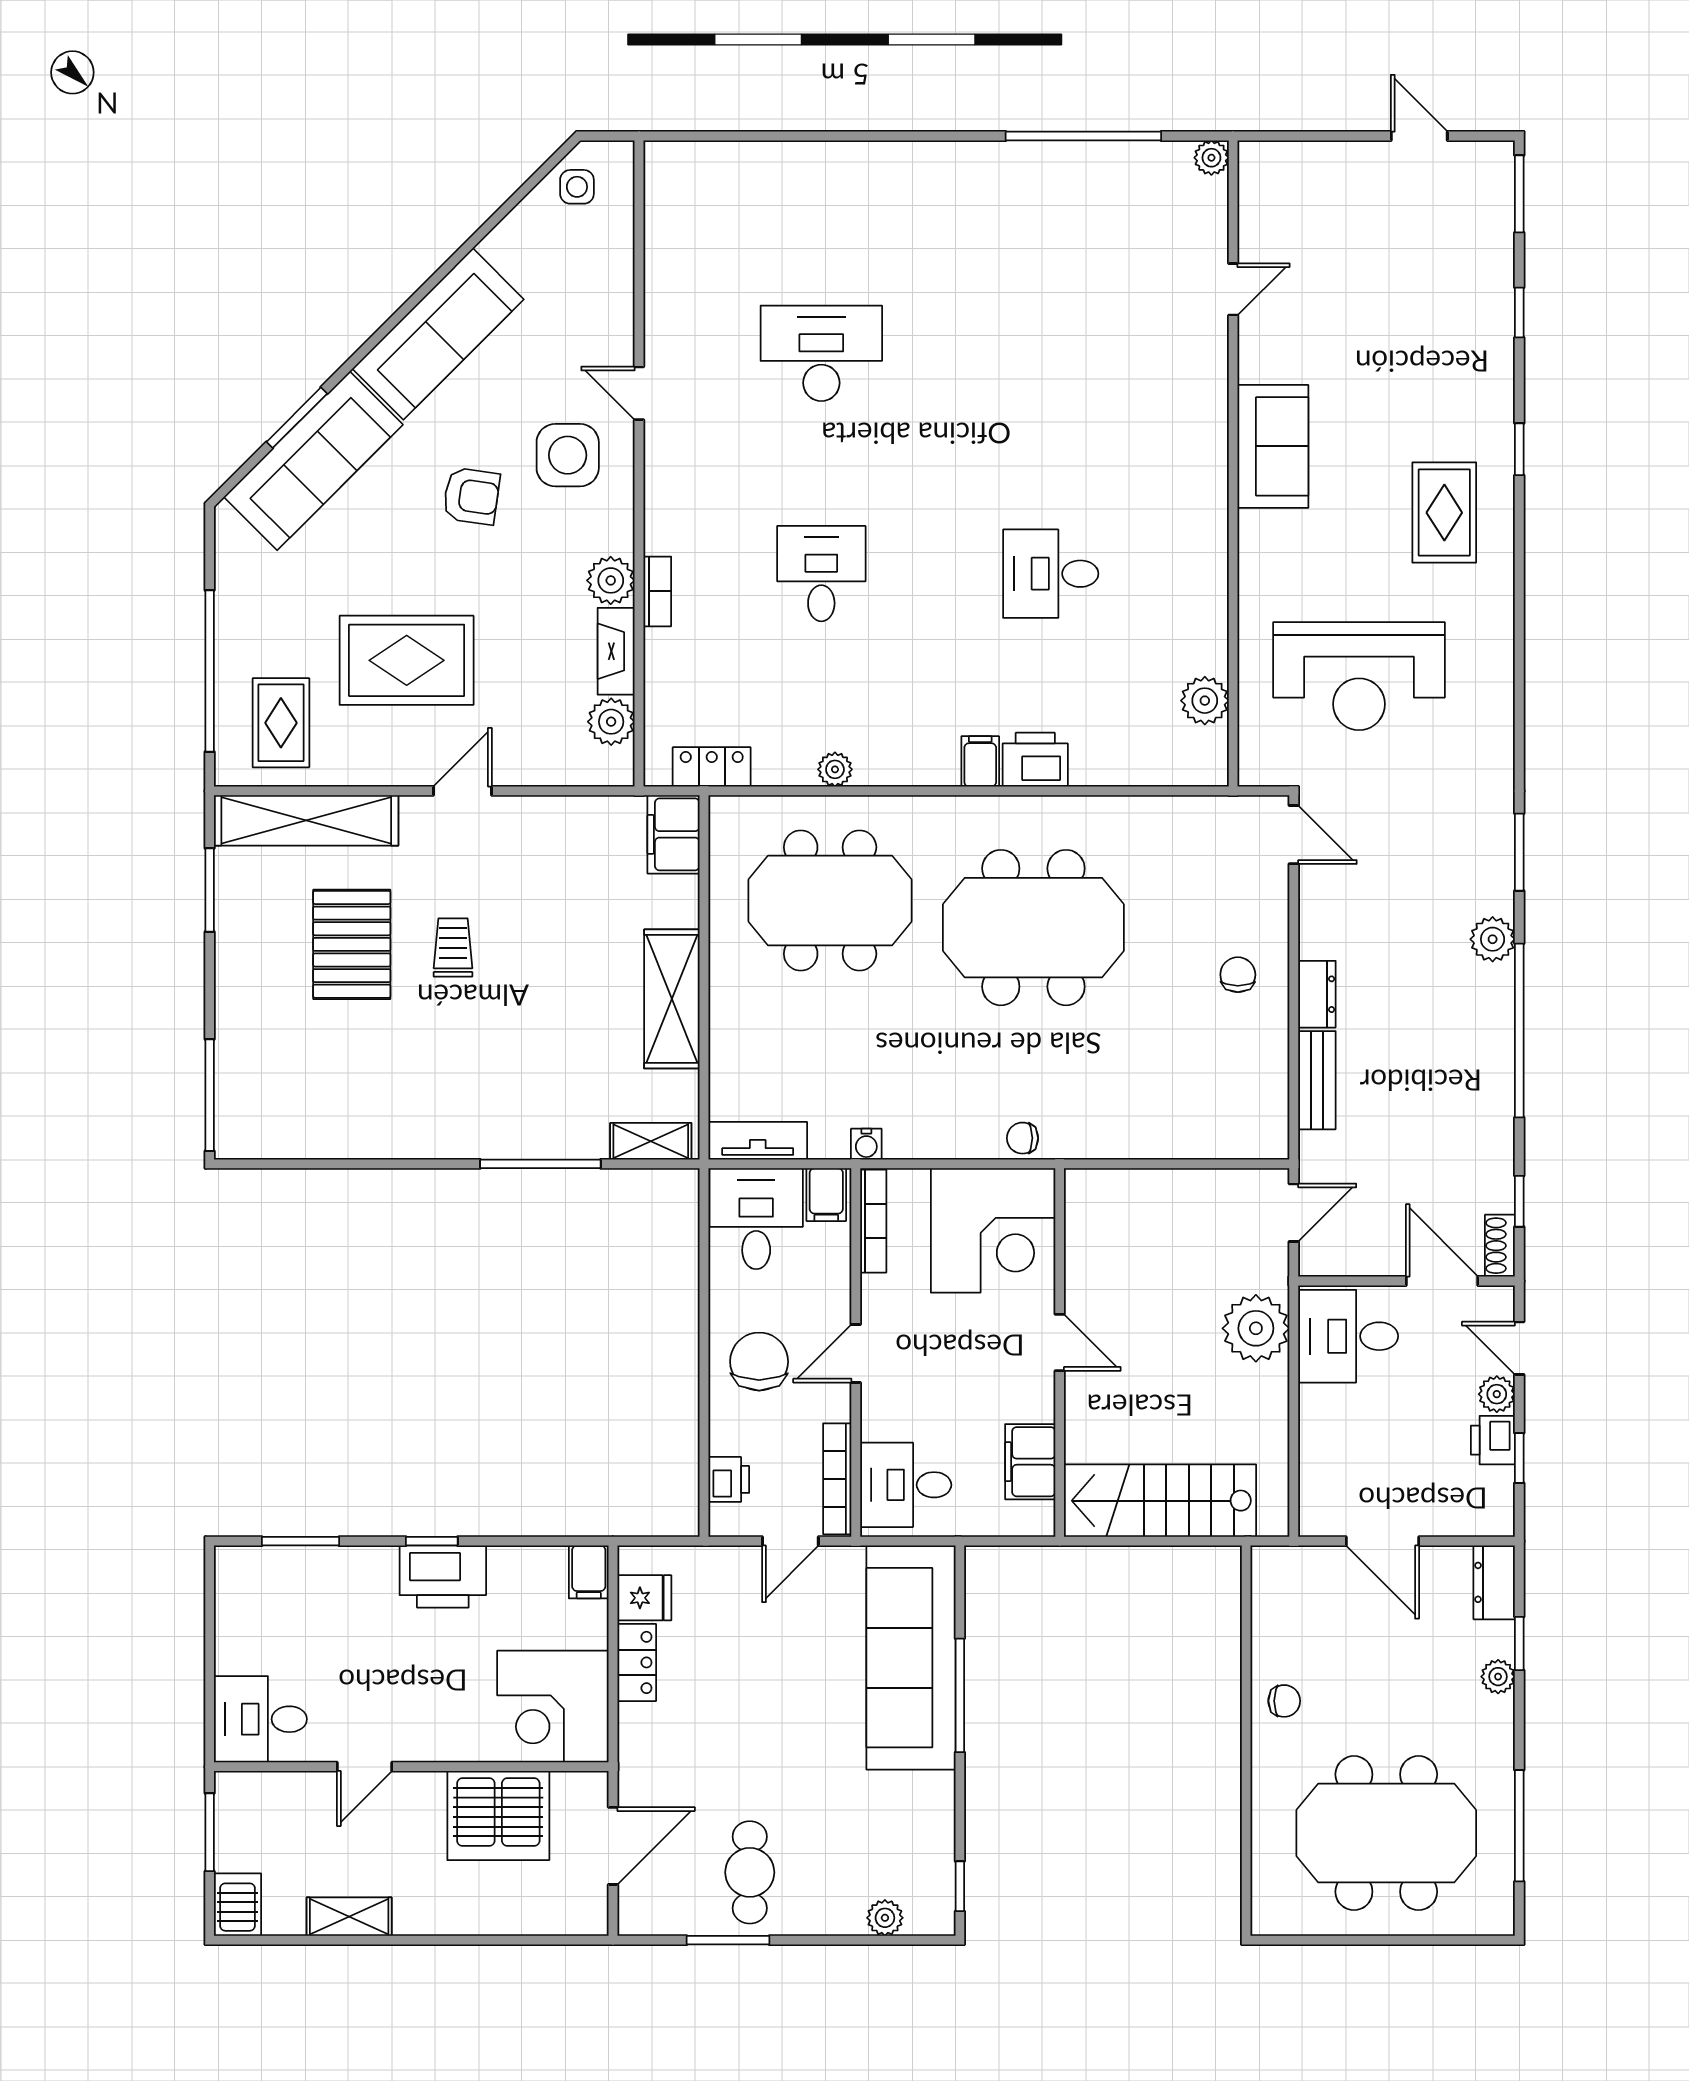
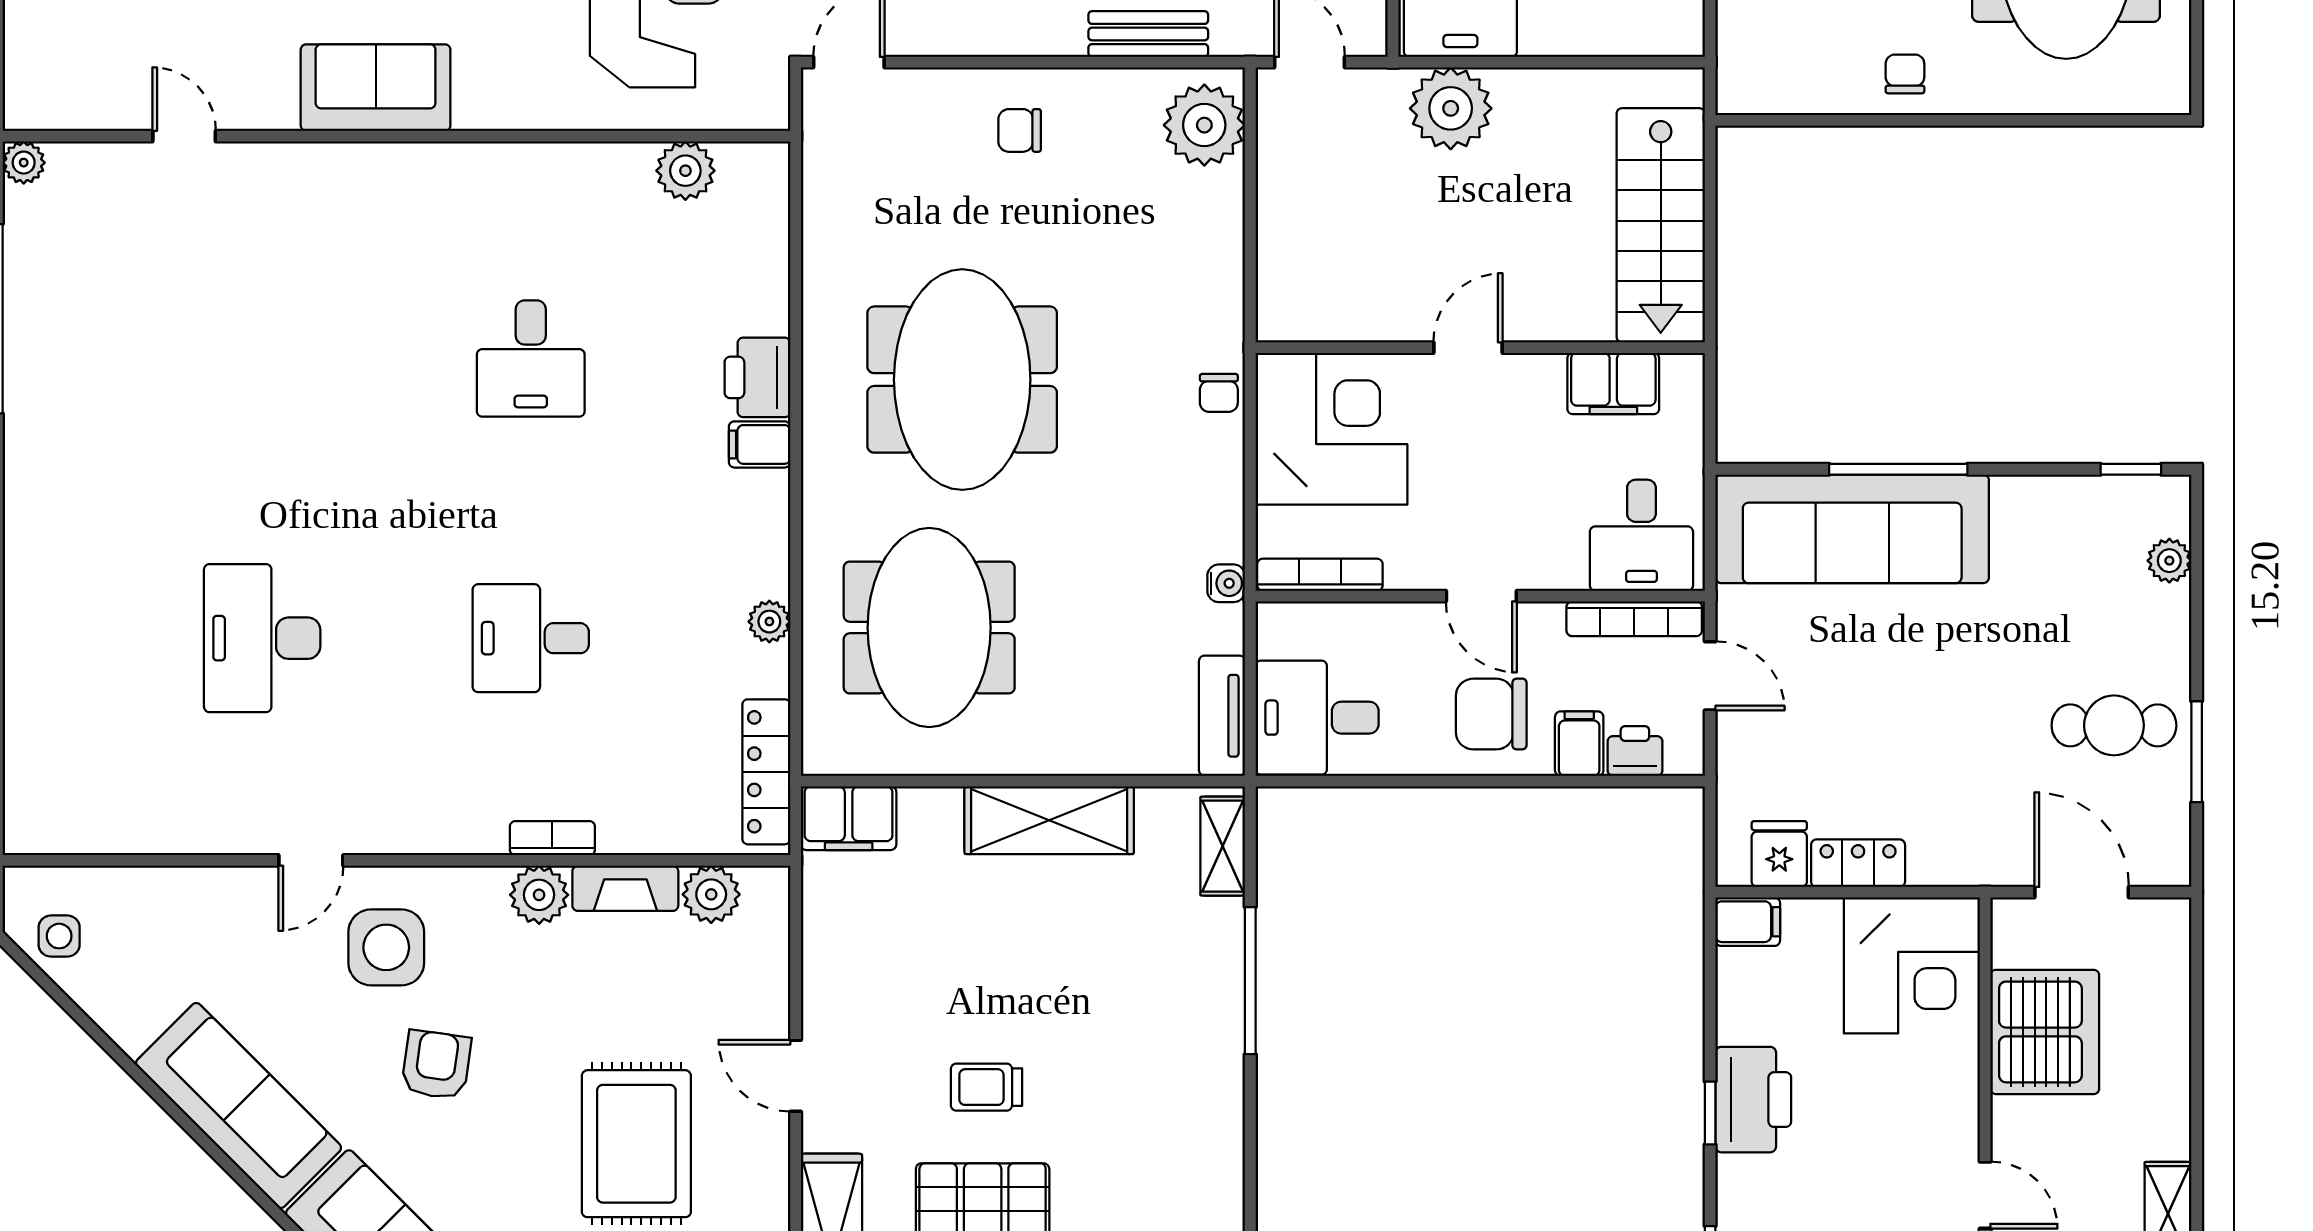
locker: (712, 767) -> (766, 772), width x1.53
dresser: (1317, 994) -> (1043, 34), removed
plant: (1242, 1126) -> (1204, 125), added
filing cabinet: (826, 1195) -> (1579, 744), moved, turned -90

